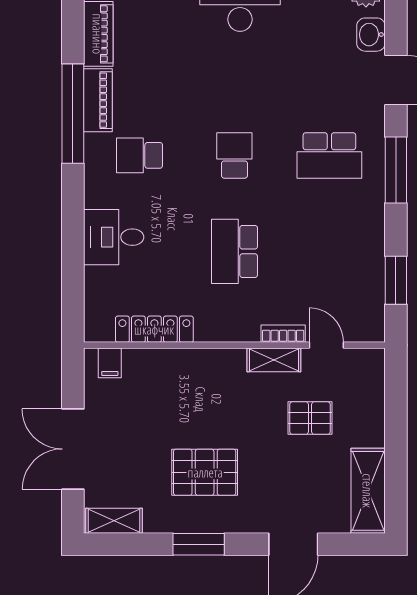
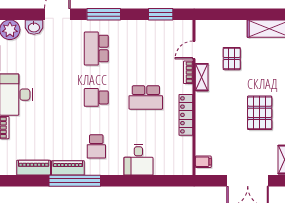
school desk: (329, 155) -> (96, 49), turned 180
locker: (154, 329) -> (186, 115), moved

